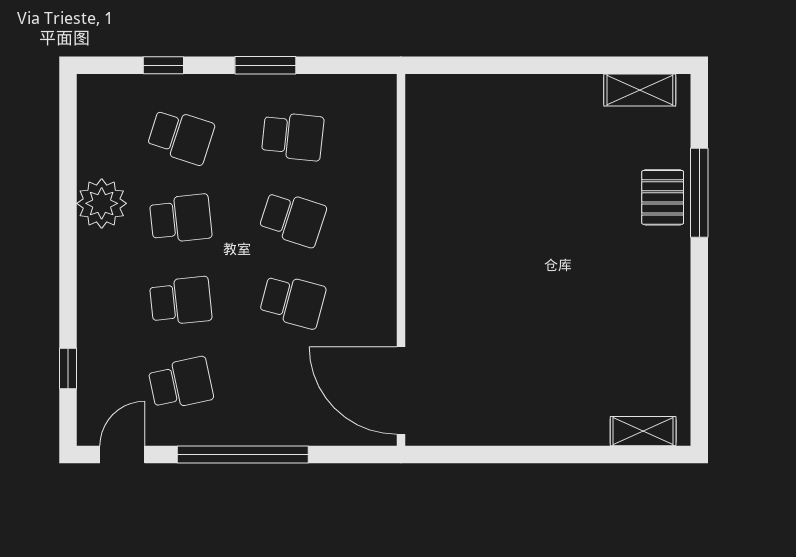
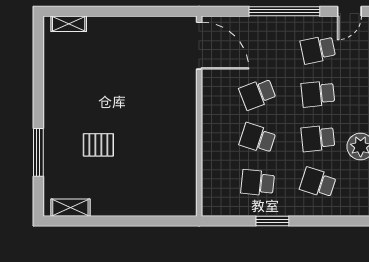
window: (163, 65) -> (327, 221), removed
pallet: (663, 197) -> (98, 145), moved, turned 90
school desk: (293, 301) -> (258, 94), turned -36

